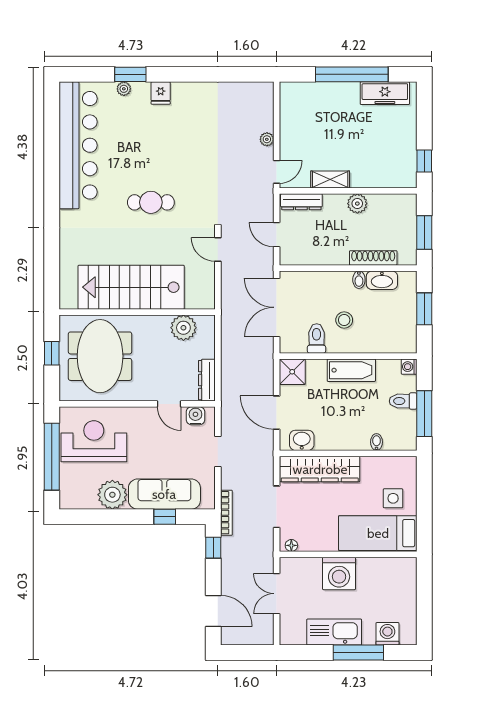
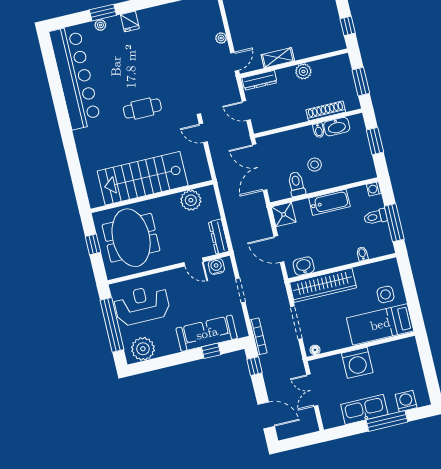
plant: (112, 495) -> (143, 349), moved

